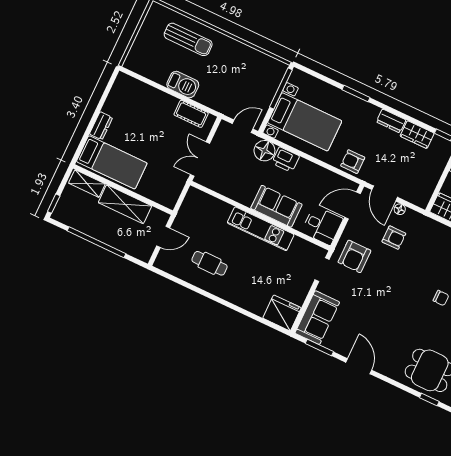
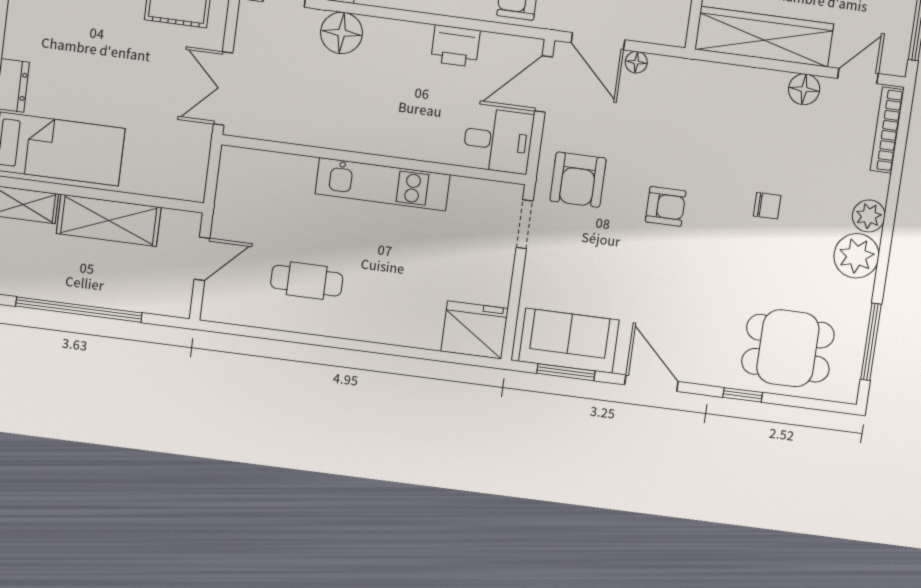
printer: (286, 160) -> (456, 46), moved
sofa: (276, 206) -> (399, 132), removed
armchair: (394, 238) -> (666, 206), moved
sofa: (317, 318) -> (569, 341), moved, turned -90
window: (429, 400) -> (743, 395), moved

